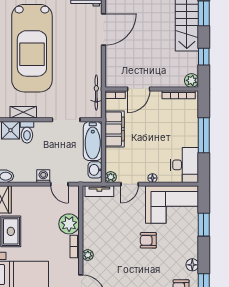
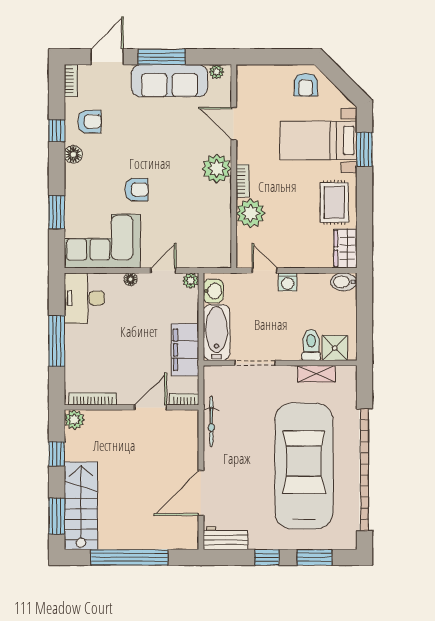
bicycle: (96, 93) -> (211, 421), moved
tv unit: (99, 191) -> (207, 260), removed
plant: (88, 255) -> (217, 169), width x1.88, depth x1.88

